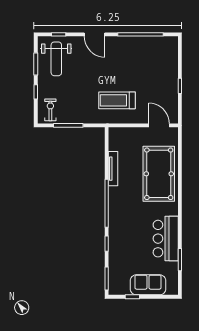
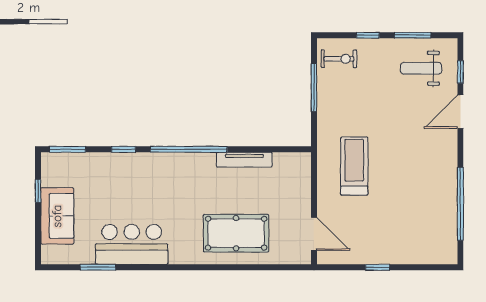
door: (94, 34) -> (460, 112), moved
weight bench: (56, 59) -> (421, 68), width x0.73, depth x0.75
door: (159, 125) -> (314, 234), hinge flipped
pool table: (159, 174) -> (236, 233), width x0.73, depth x0.76

